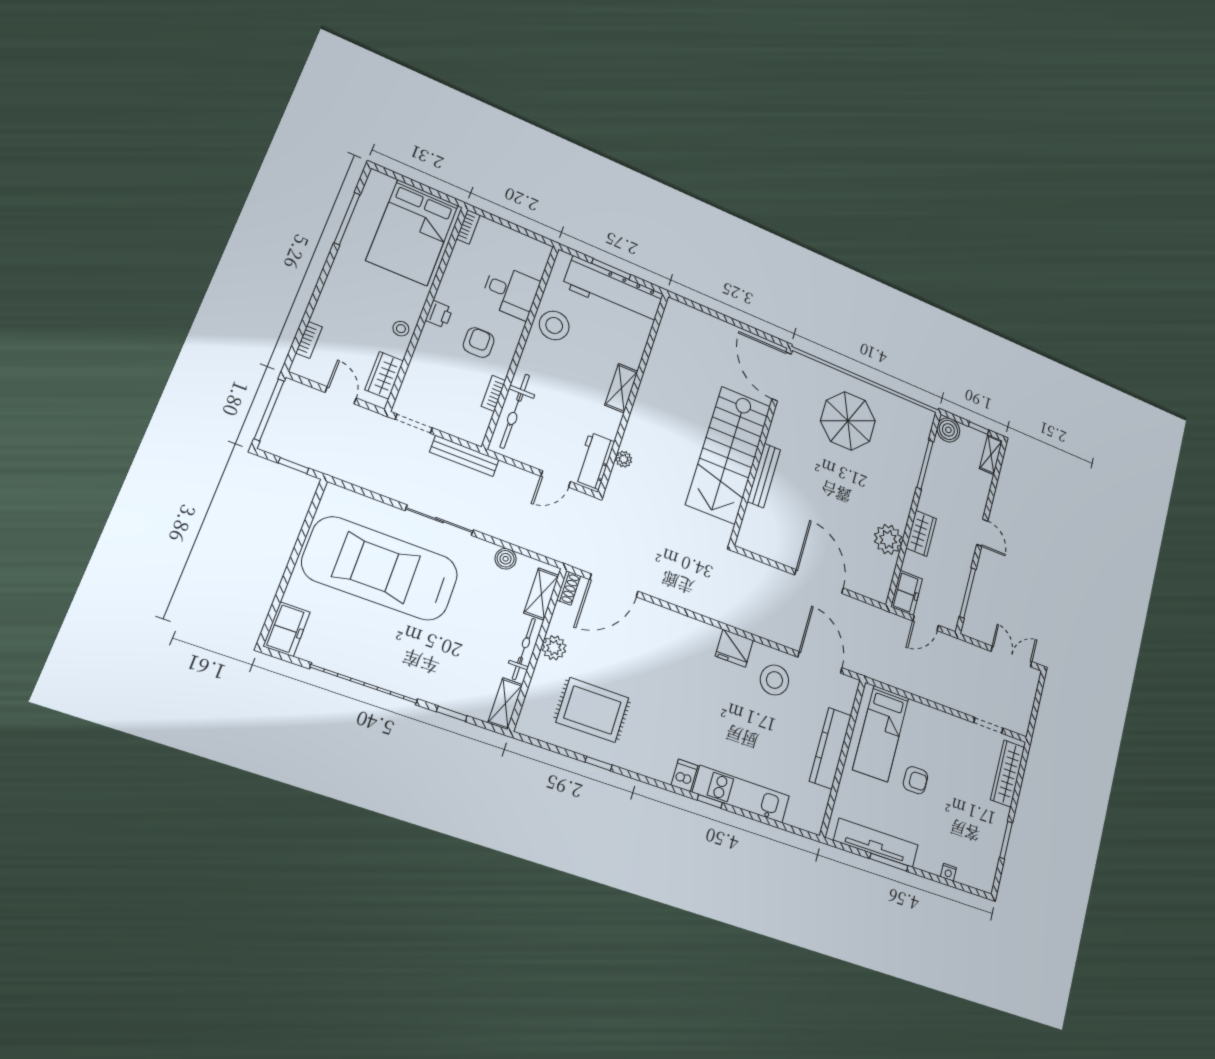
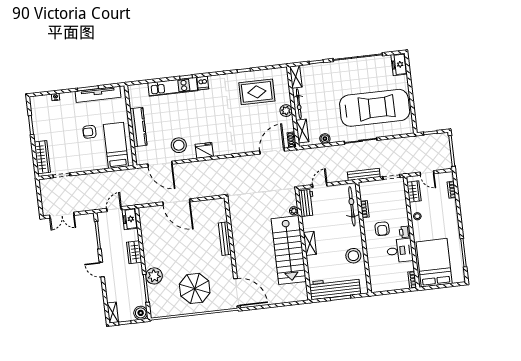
desk: (510, 292) -> (400, 251), moved, turned 180
stairs: (728, 455) -> (289, 250), moved, turned 180
plant: (888, 539) -> (154, 276), moved

